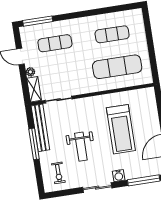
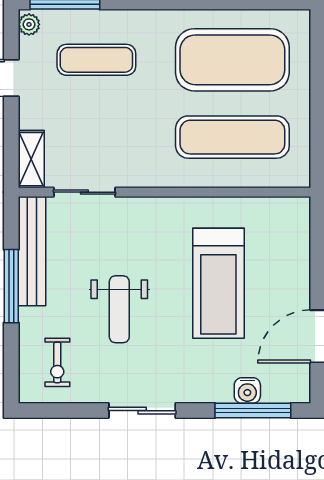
exercise mat: (112, 34) -> (232, 60), width x2.00, depth x1.45
plant: (30, 72) -> (29, 24), moved
water cooler: (119, 176) -> (247, 391), moved

